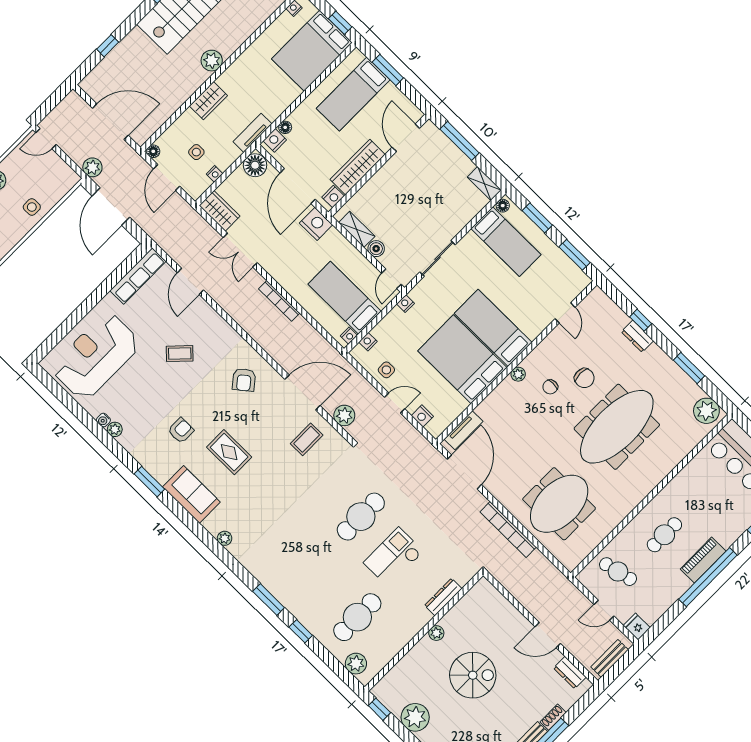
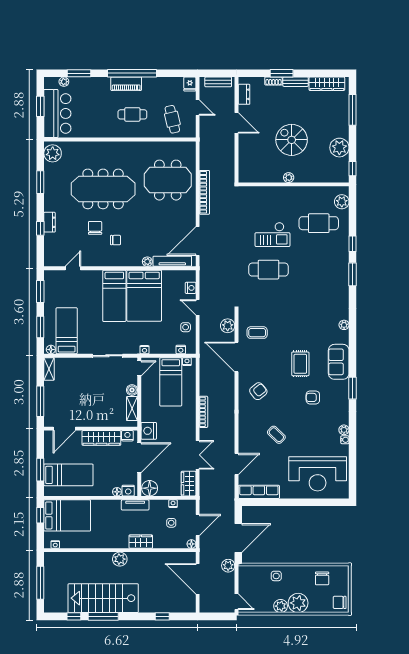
plant: (518, 374) -> (147, 262), moved
tv unit: (464, 430) -> (172, 261), width x1.41
dresser: (443, 597) -> (268, 191), removed

